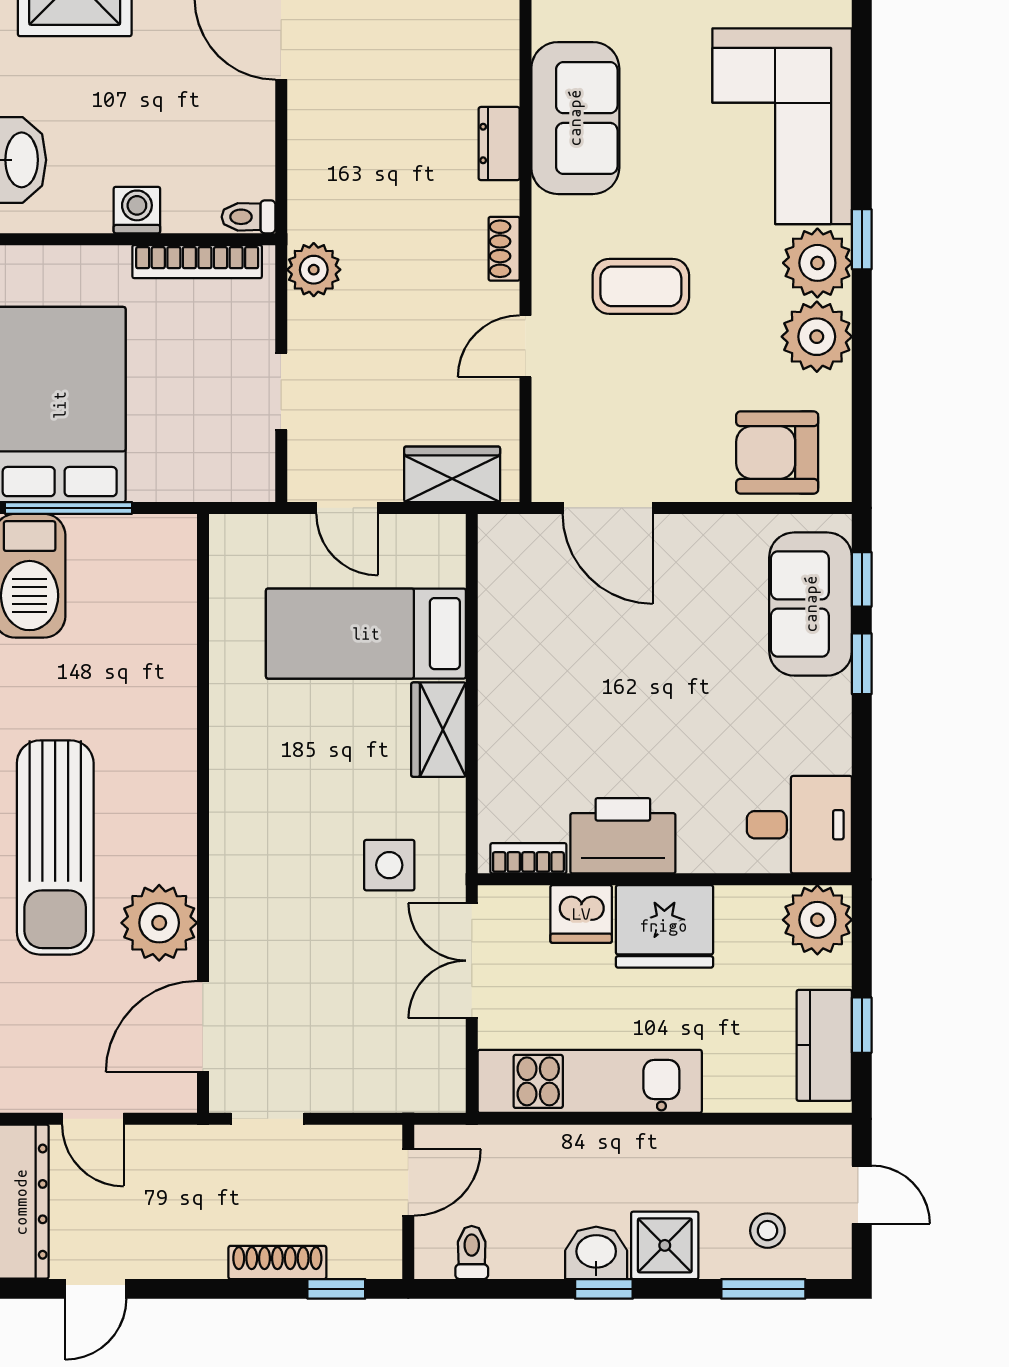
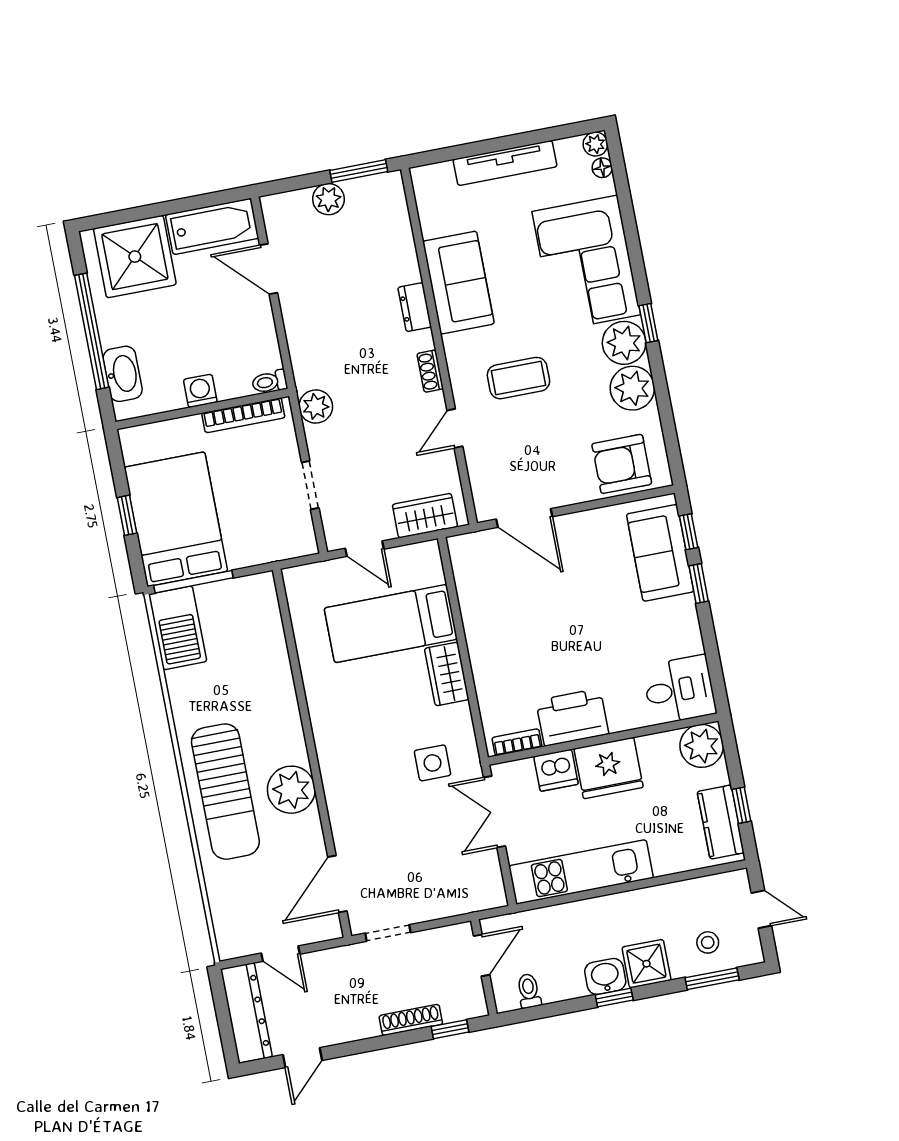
plant: (159, 923) -> (291, 790), moved

